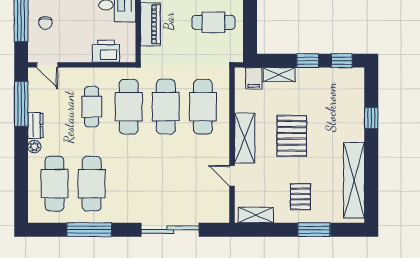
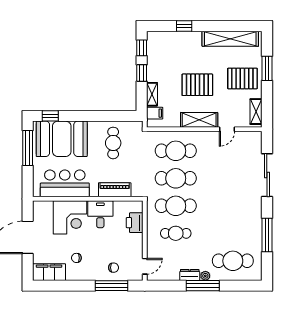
window: (21, 104) -> (203, 286), moved
cafe table: (92, 184) -> (233, 233), removed
pallet: (300, 197) -> (242, 78), width x1.50, depth x1.42

